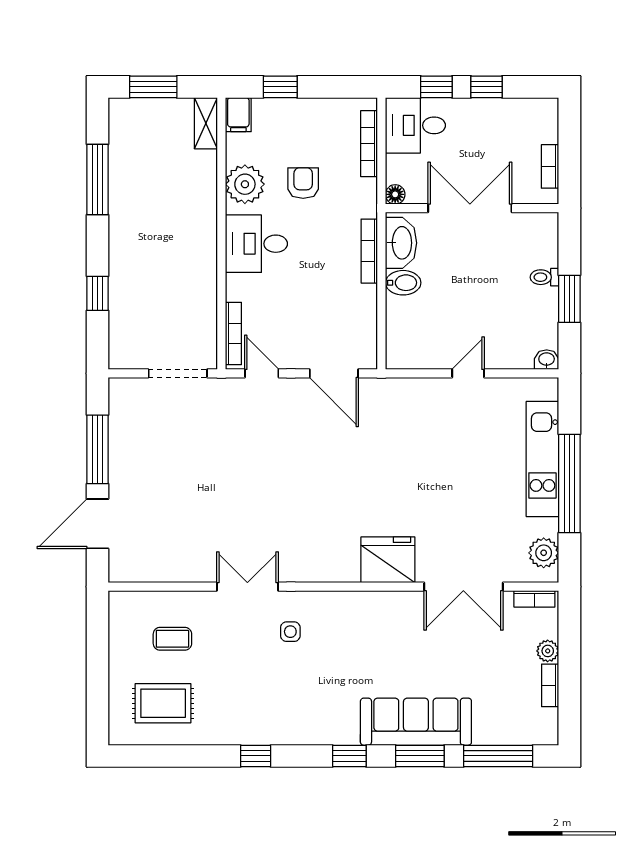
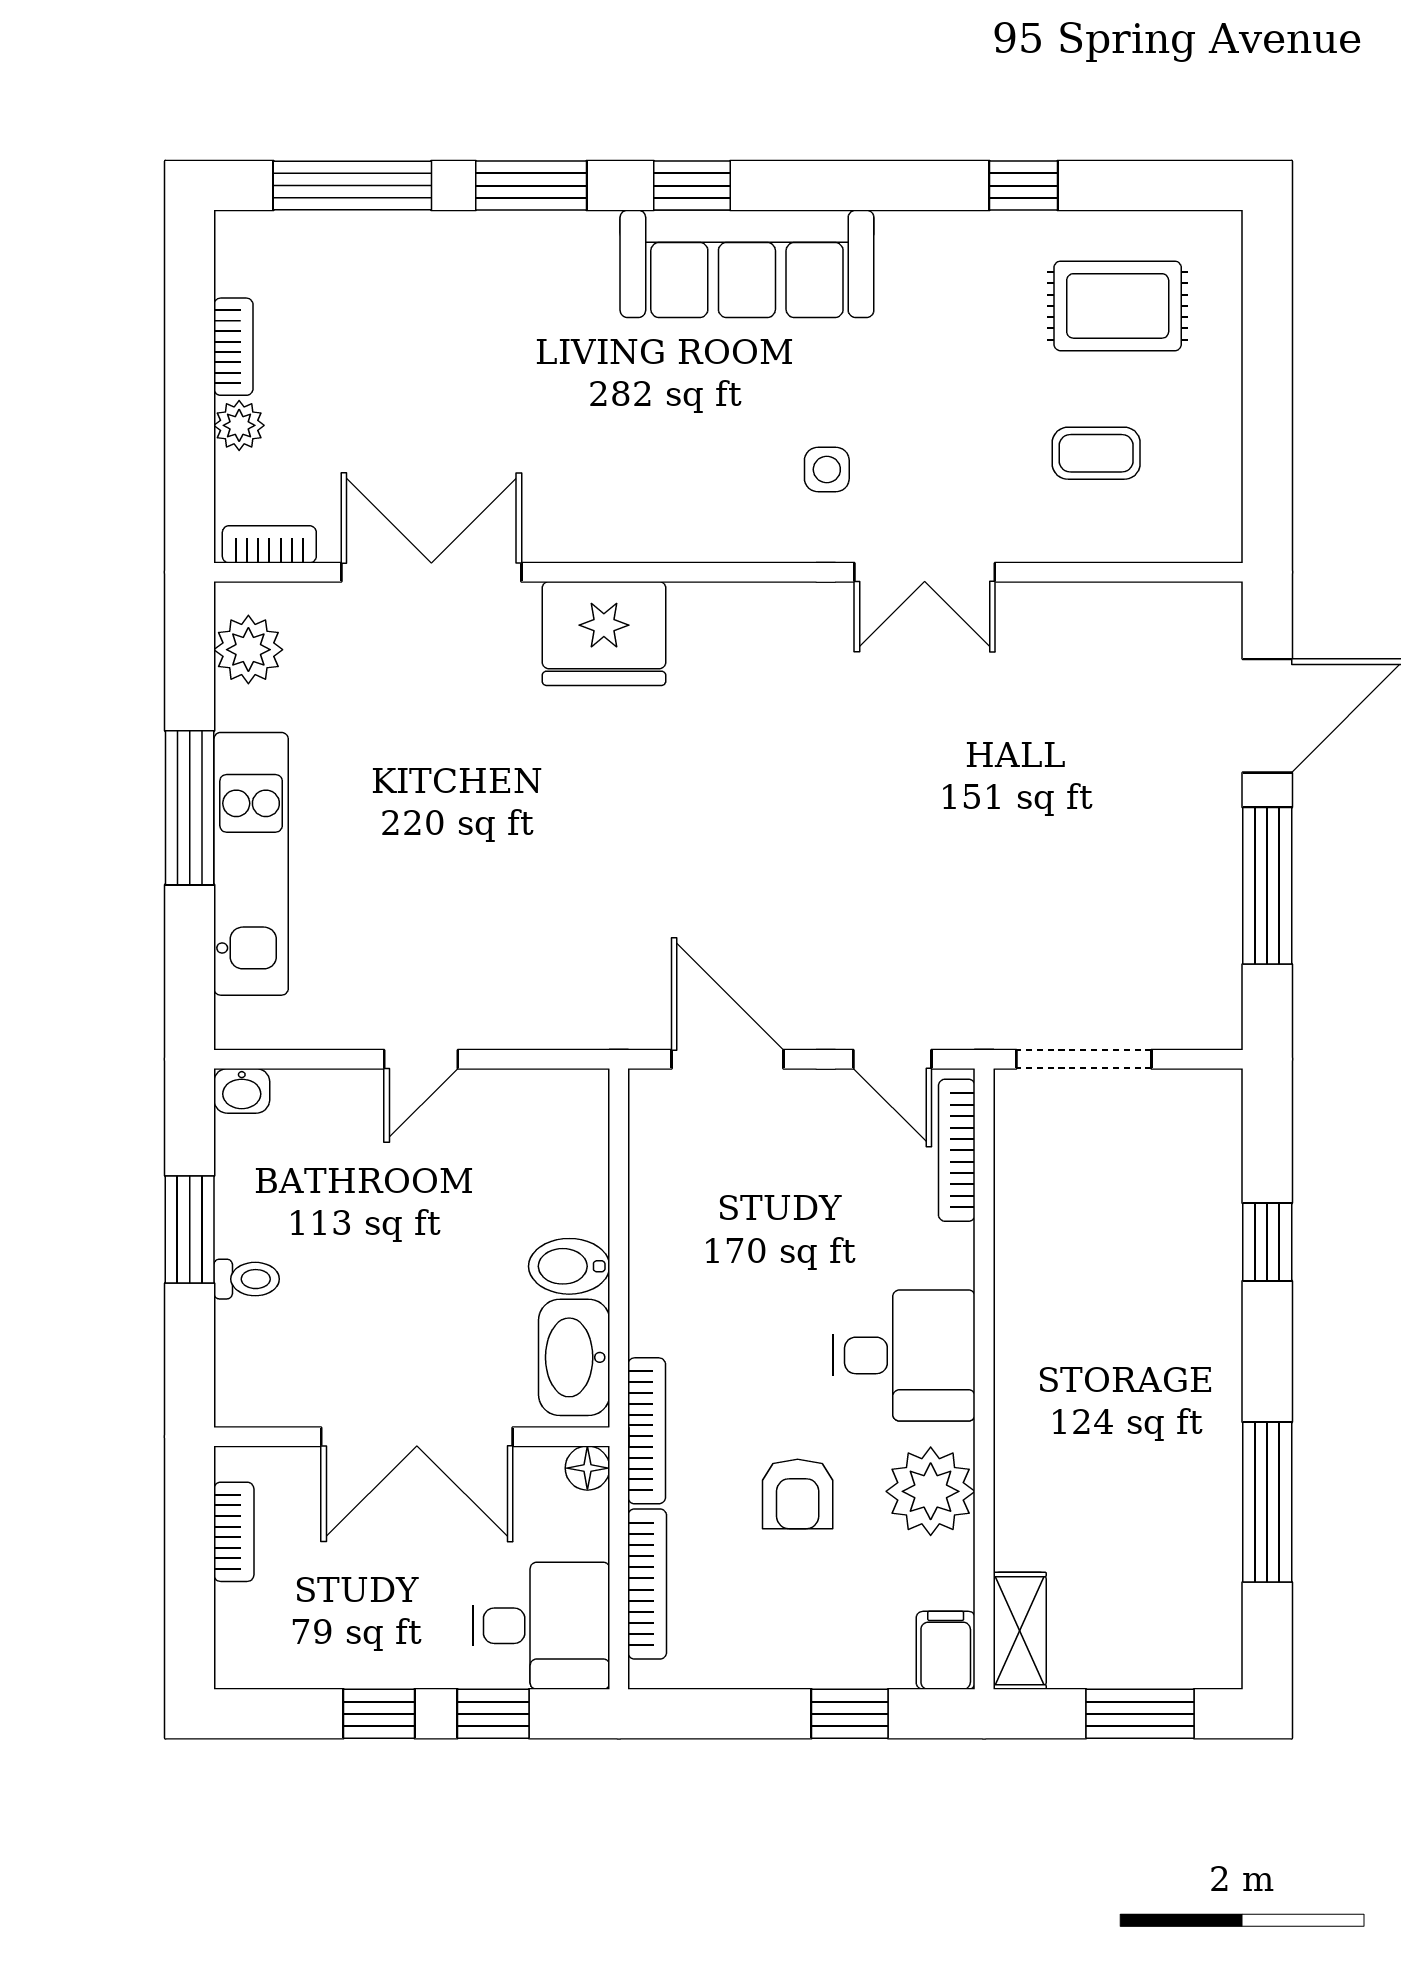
bookcase: (369, 251) -> (647, 1431), moved
window: (569, 484) -> (190, 808), width x0.68
sofa: (416, 722) -> (747, 264), moved
window: (256, 756) -> (1023, 186), moved

